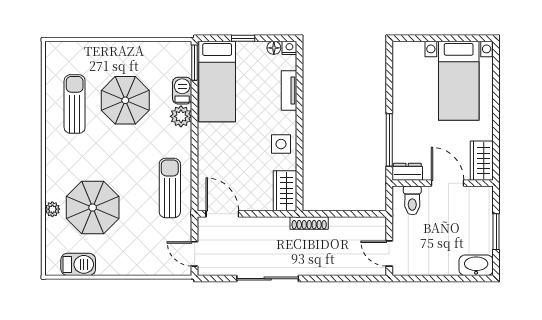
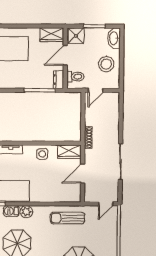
shower: (480, 201) -> (76, 36), added
door: (222, 214) -> (83, 174), moved
stool: (433, 252) -> (106, 64), added
door: (389, 254) -> (96, 90), moved

